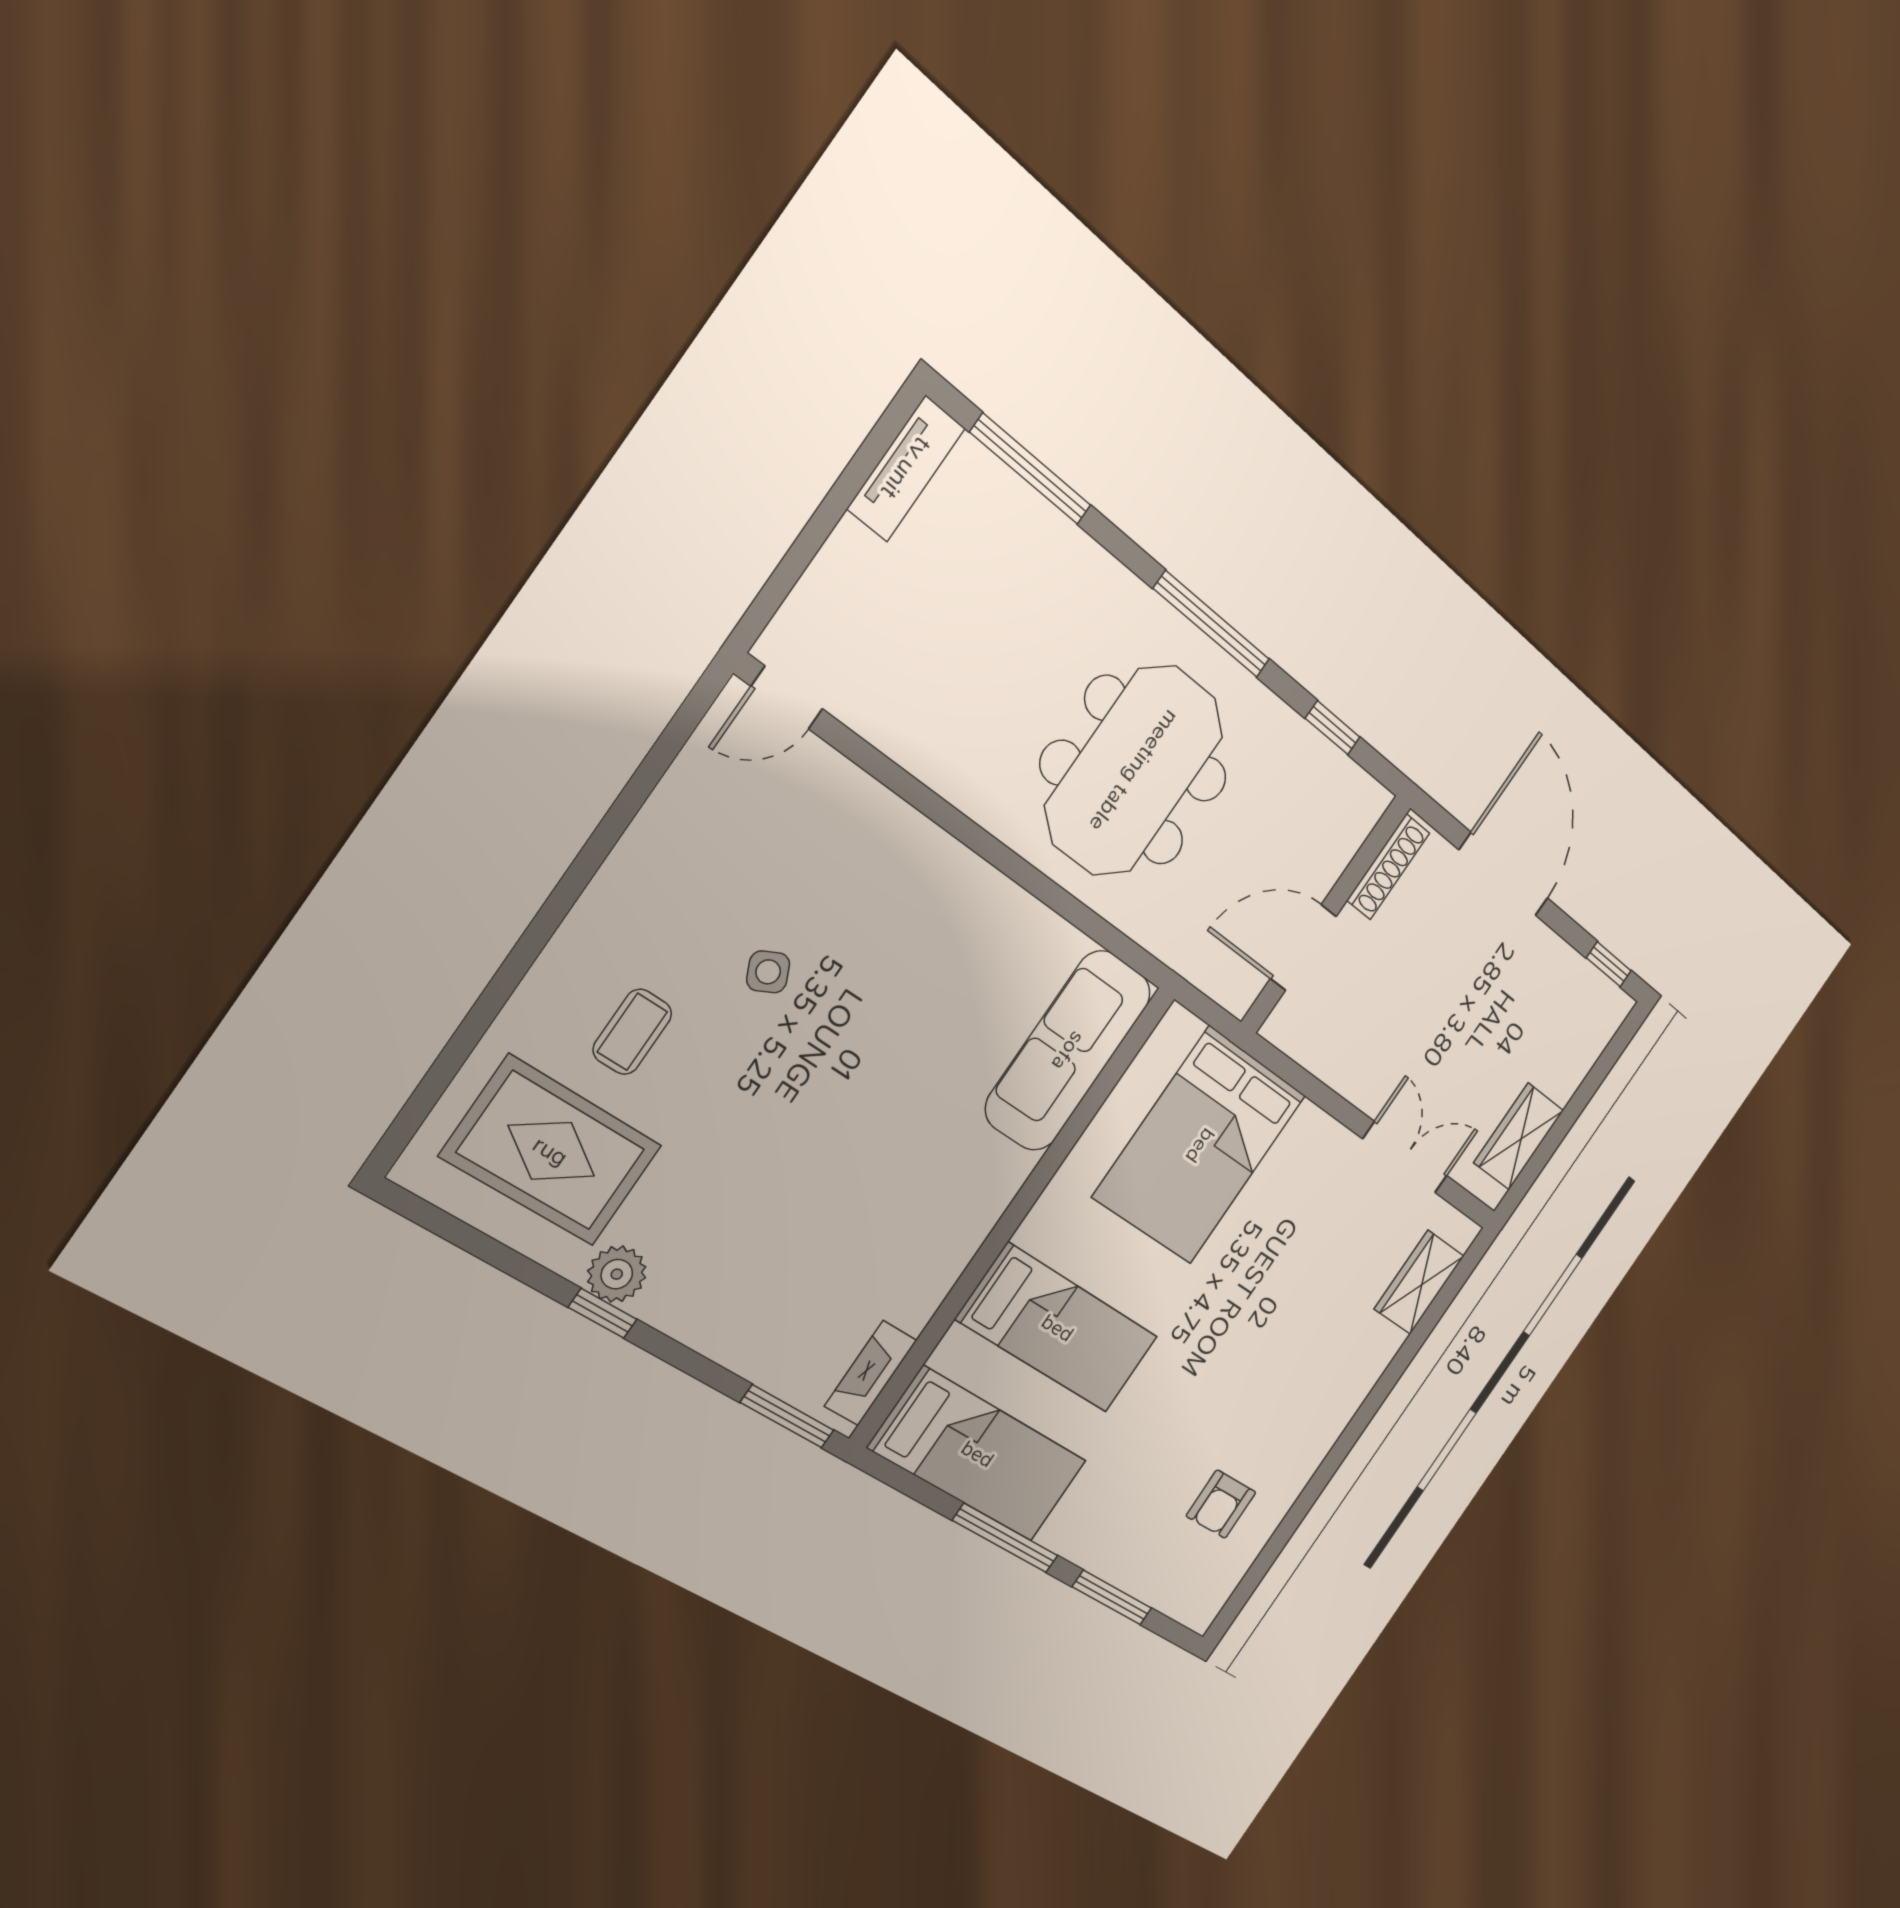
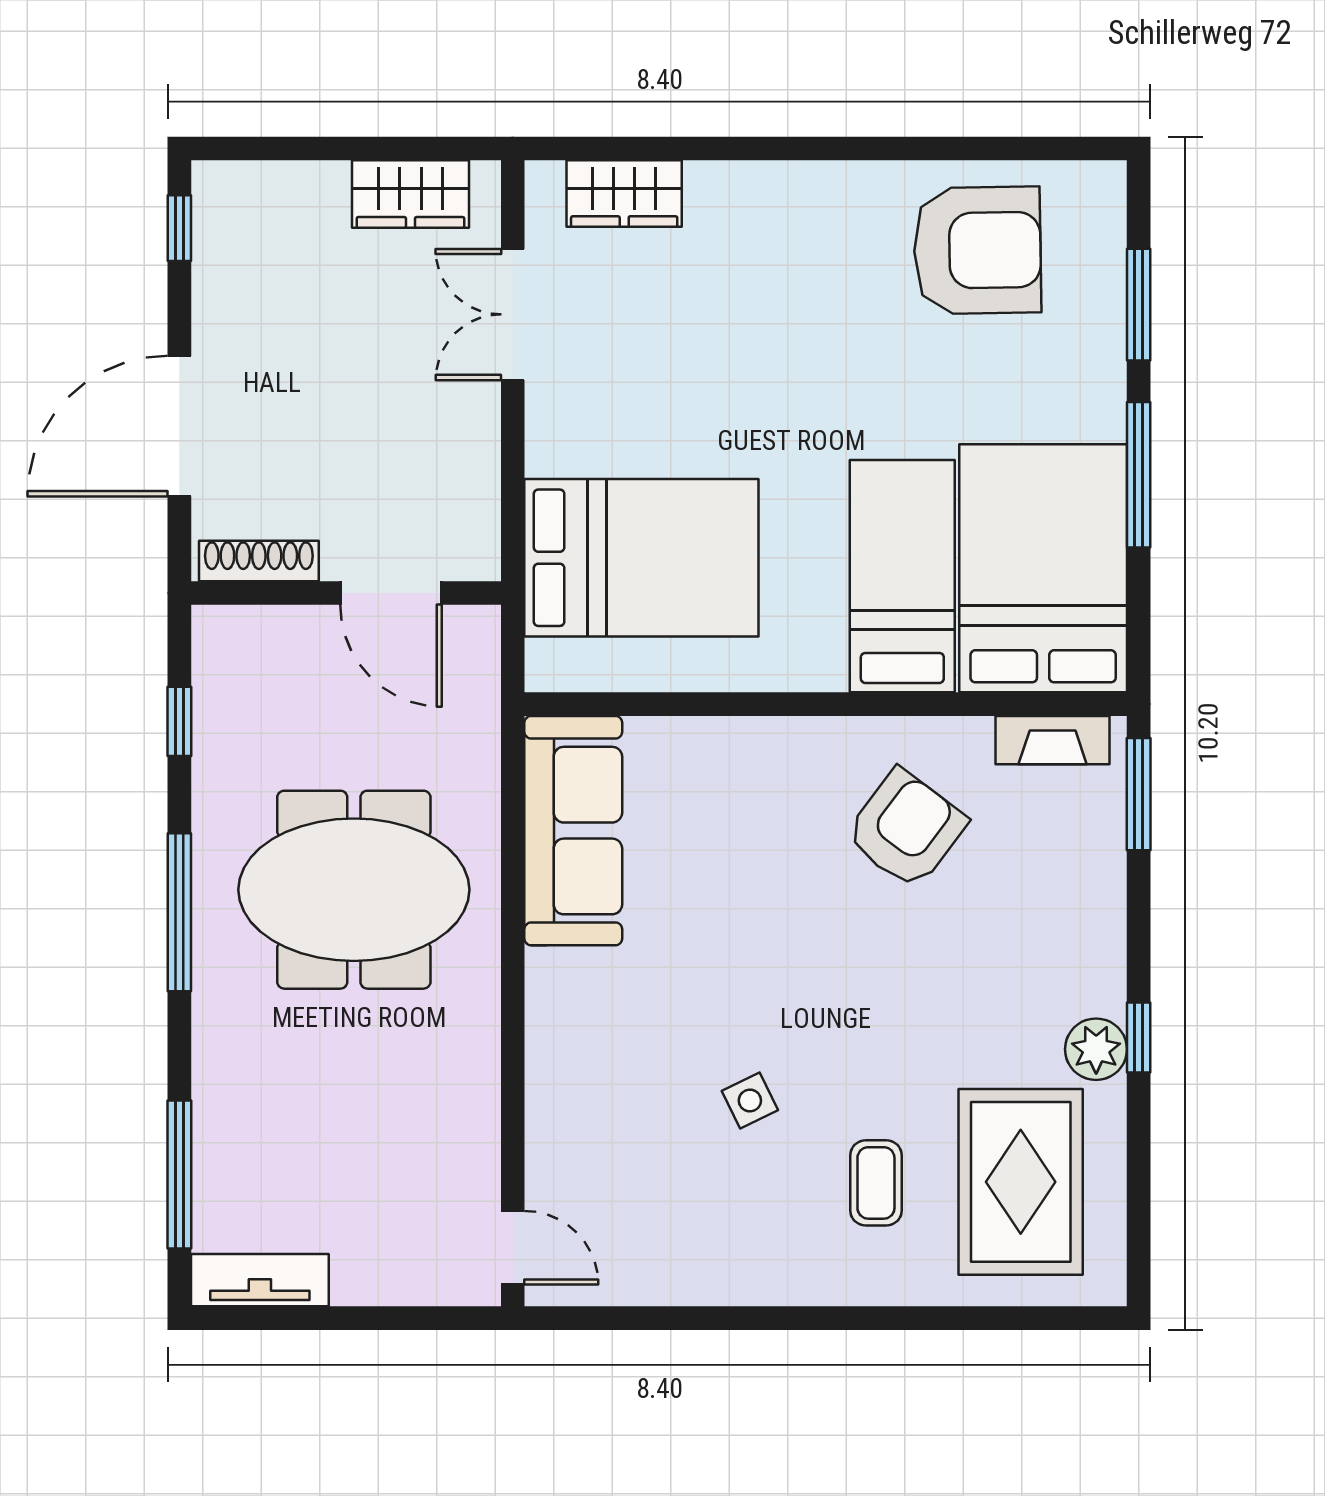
coffee table: (632, 1032) -> (876, 1183), turned 90
sofa: (1068, 1051) -> (573, 831), moved, turned -90
armchair: (885, 1224) -> (906, 829), added
bed: (978, 1454) -> (1043, 568), width x1.50
armchair: (1221, 1504) -> (977, 250), width x1.88, depth x1.88

